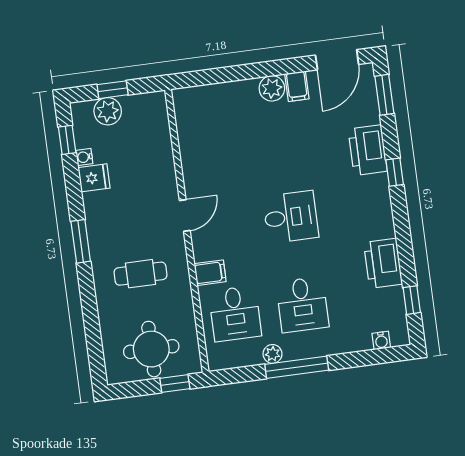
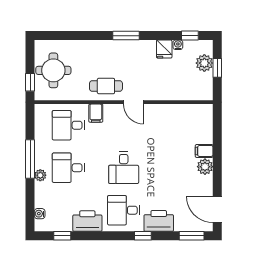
filing cabinet: (297, 86) -> (204, 151), moved
desk: (358, 208) -> (124, 210), added
cafe table: (140, 274) -> (106, 86), moved, turned 90
plant: (272, 354) -> (40, 175), moved

